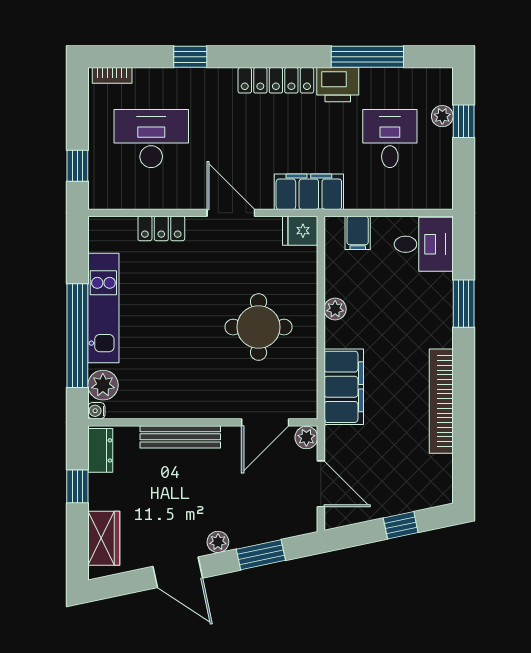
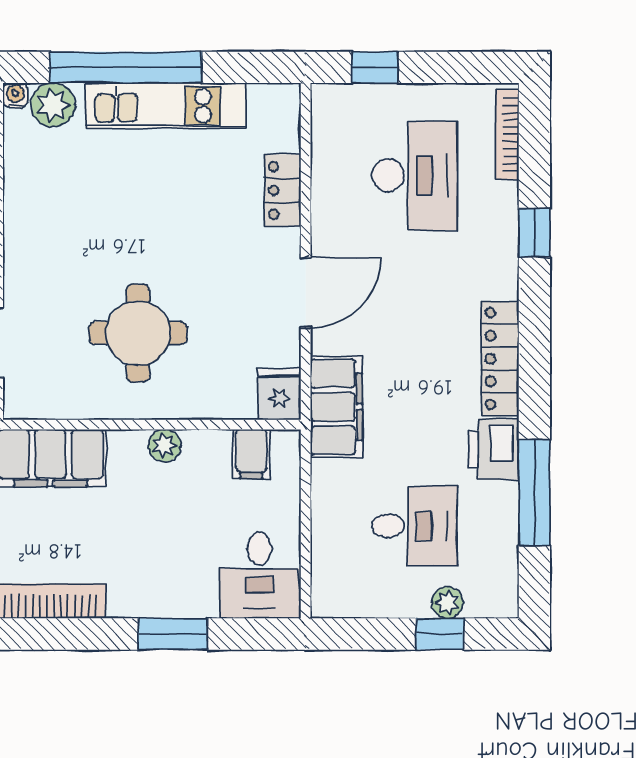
bookcase: (112, 75) -> (507, 134), width x1.56
filing cabinet: (358, 233) -> (251, 454), moved, turned -90

